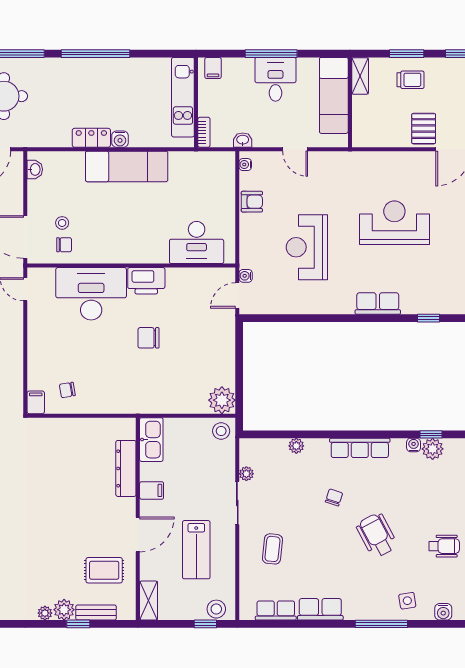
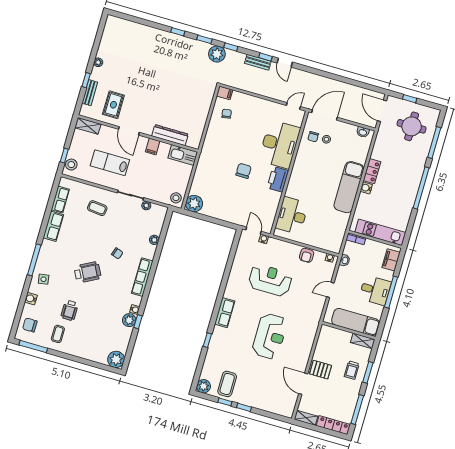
filing cabinet: (213, 68) -> (391, 260), width x2.00
plant: (64, 610) -> (97, 74), removed

